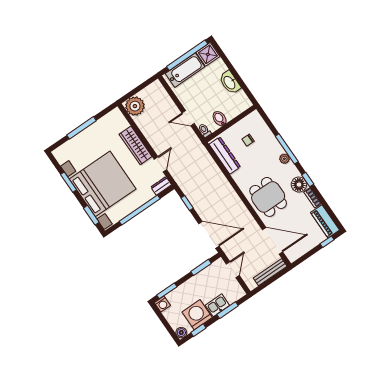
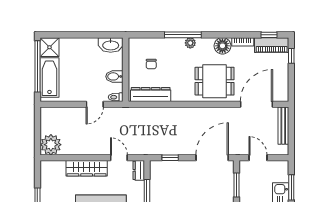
washbasin: (230, 82) -> (111, 45), moved
window: (308, 179) -> (269, 35), moved

